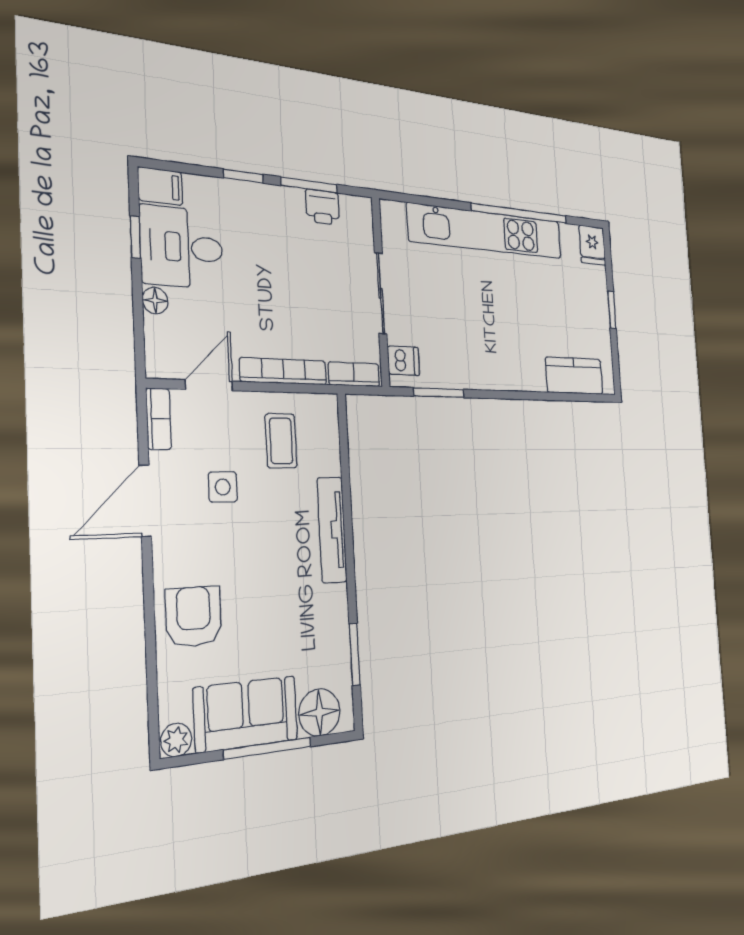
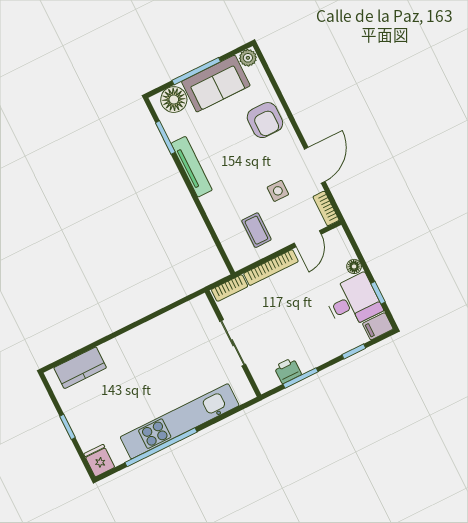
window: (243, 176) -> (354, 351), moved
dishwasher: (403, 361) -> (202, 312), removed
window: (439, 393) -> (172, 306), removed
tv unit: (332, 530) -> (192, 167), moved

